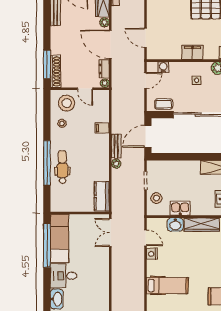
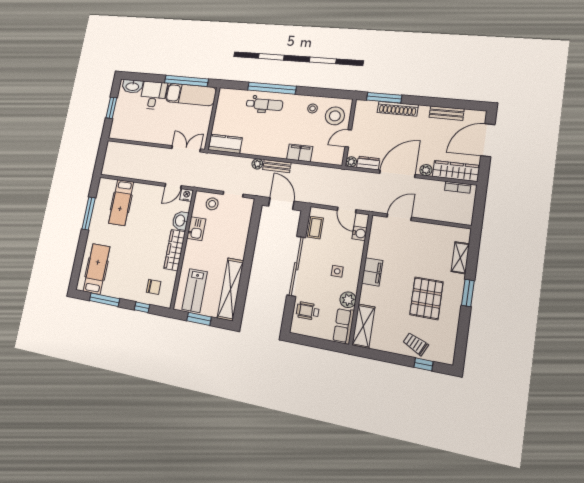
shoe rack: (55, 71) -> (398, 109), moved
filing cabinet: (102, 128) -> (300, 153), width x2.00
nightstand: (152, 254) -> (187, 195), moved

